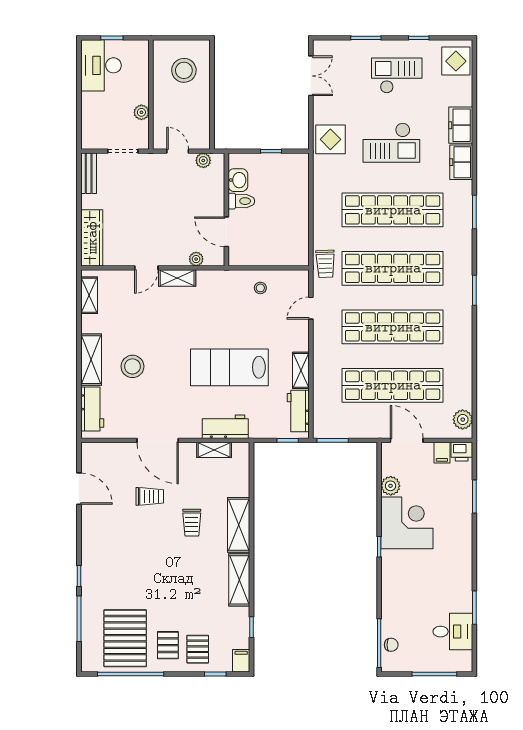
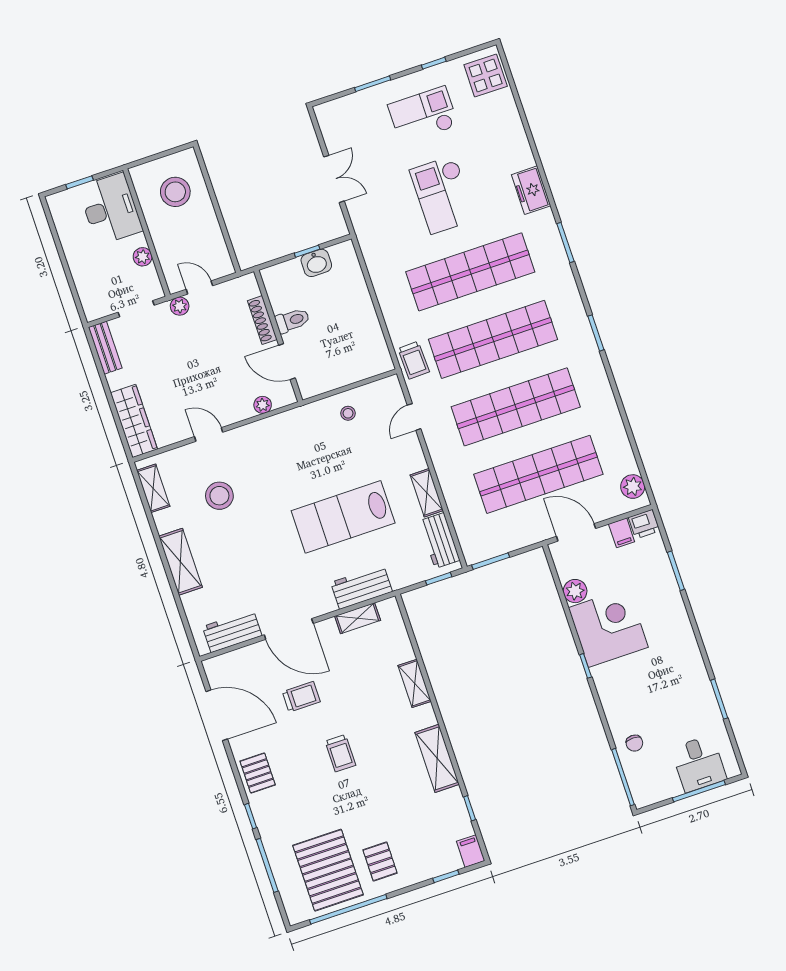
desk: (101, 65) -> (110, 209), moved, turned 180
double door: (311, 76) -> (334, 179), moved
freezer: (461, 125) -> (516, 148), removed
display table: (330, 139) -> (371, 215), removed
checkout: (391, 143) -> (443, 195), turned 90
plant: (203, 160) -> (180, 306), moved
washbasin: (238, 180) -> (316, 263), moved, turned 90
shoe rack: (218, 193) -> (262, 320), added
door: (146, 268) -> (209, 434), swing flipped
shelving: (177, 278) -> (248, 434), removed
stool: (132, 366) -> (219, 496), moved
workbench: (92, 409) -> (232, 631), moved, turned -90
door: (79, 489) -> (217, 715), width x1.36
trolley: (192, 523) -> (340, 753), moved
shelving: (239, 525) -> (415, 683), width x0.67, depth x0.75
desk: (453, 632) -> (699, 764), moved, turned 90
chair: (391, 645) -> (634, 743), moved, turned 90
pallet: (198, 649) -> (258, 773), moved

